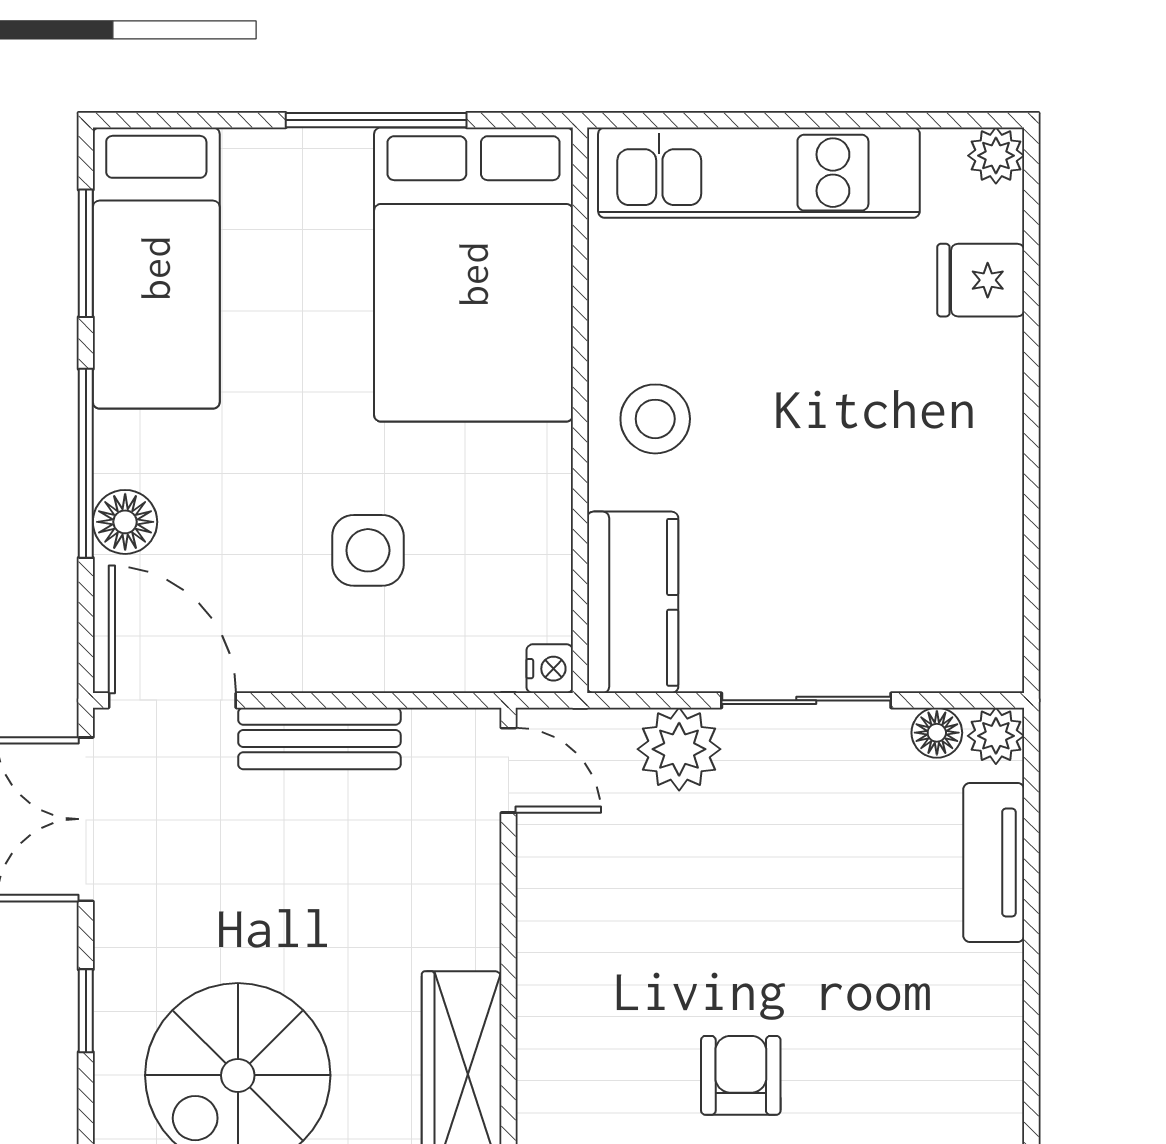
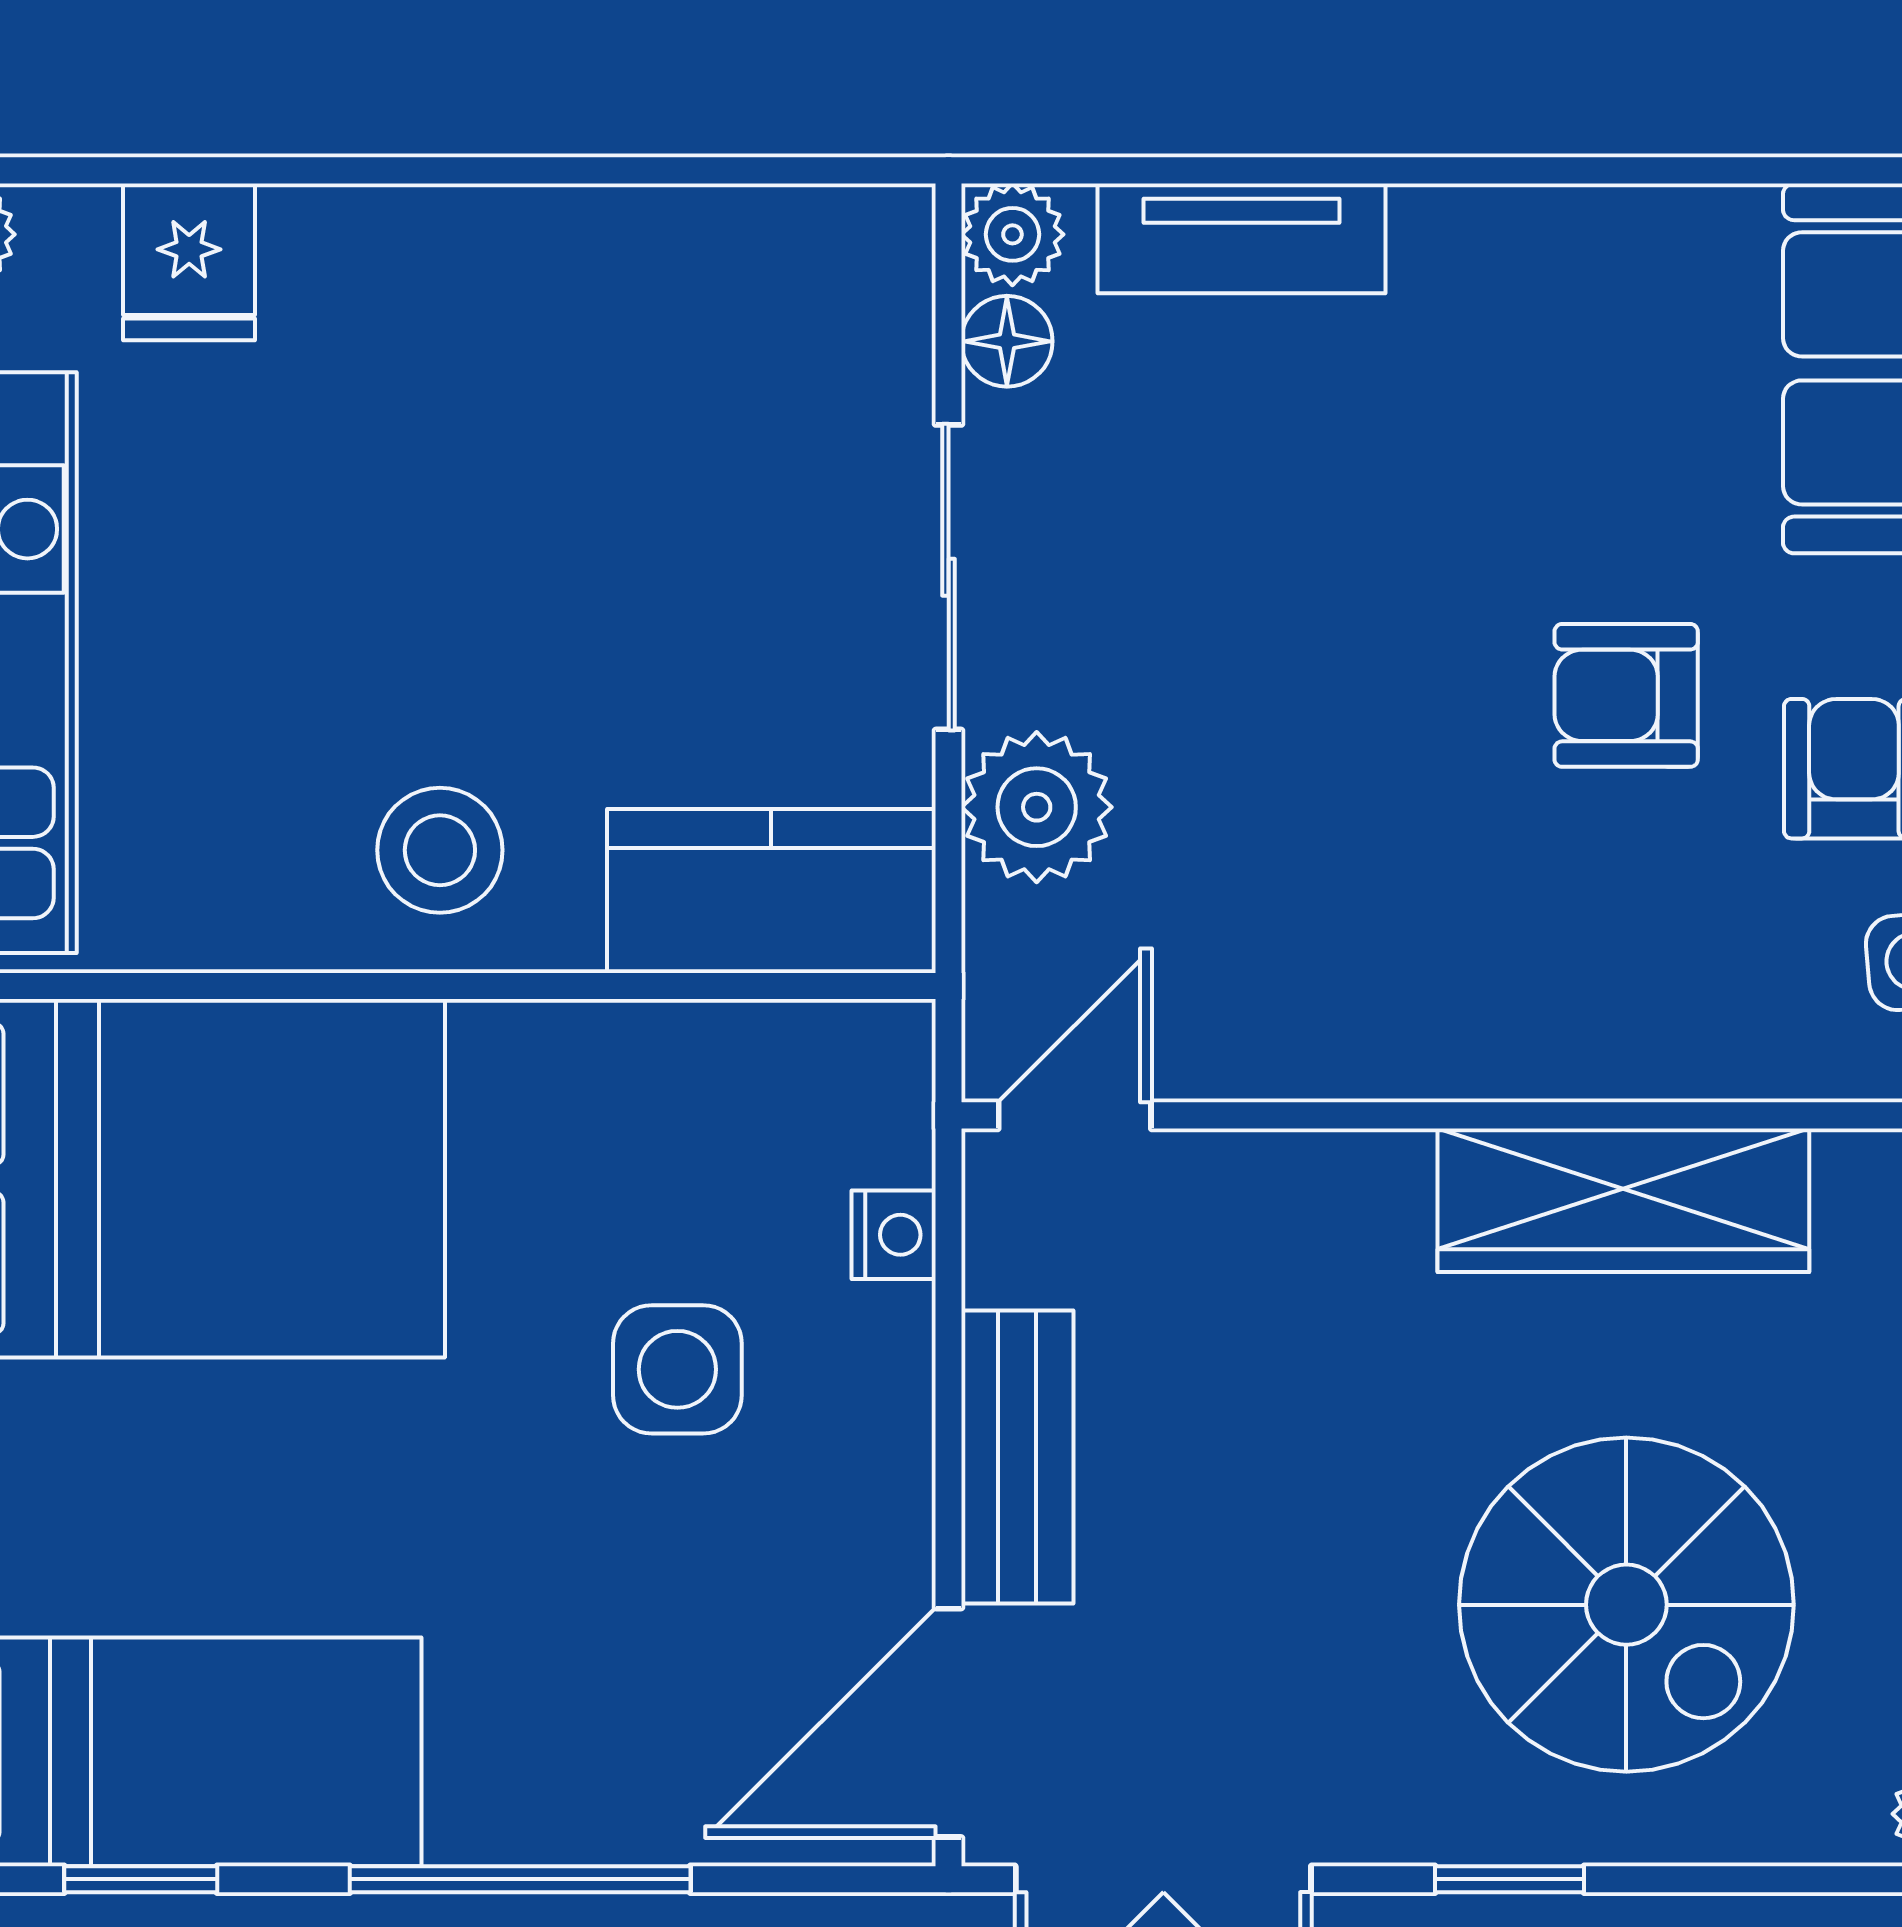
window: (86, 253) -> (141, 1879), width x0.67
floor lamp: (125, 522) -> (626, 1808), removed
nightstand: (550, 669) -> (894, 1235), moved, turned 90

